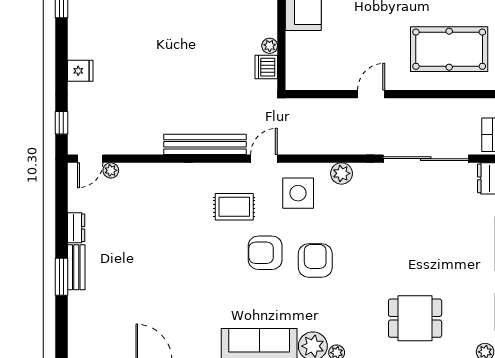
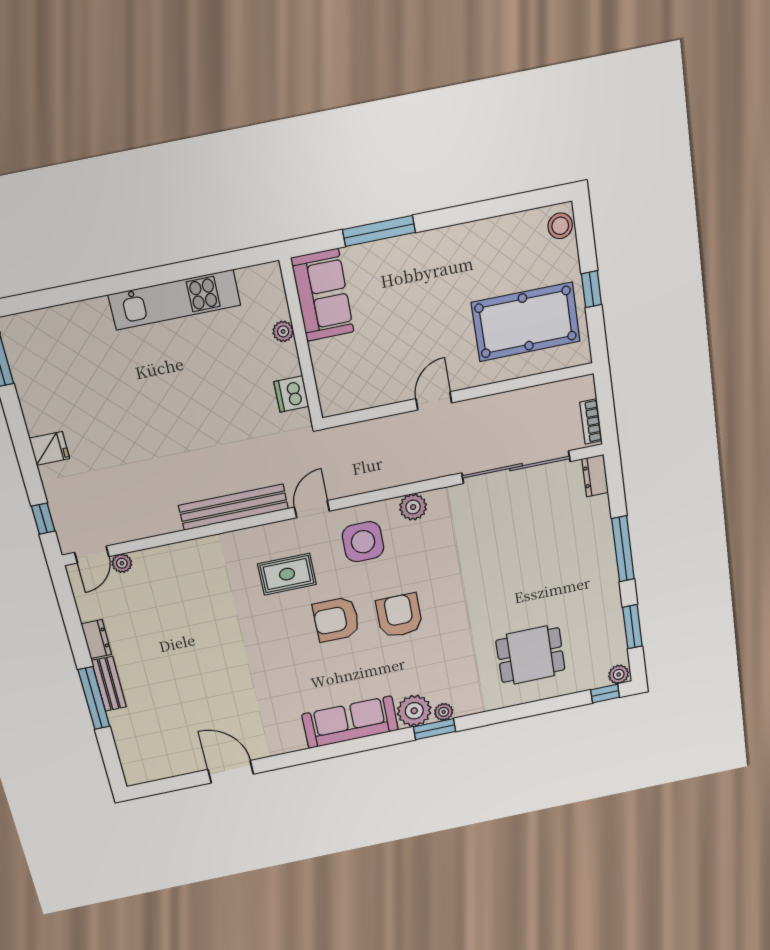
plant: (270, 46) -> (283, 331), moved
window: (61, 277) -> (94, 698), width x1.44

